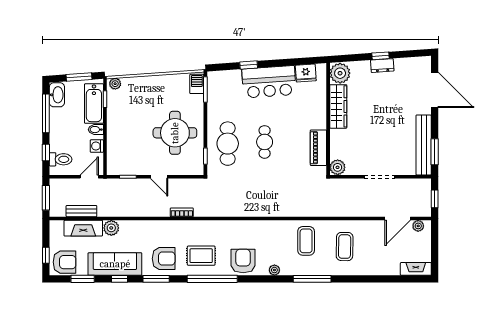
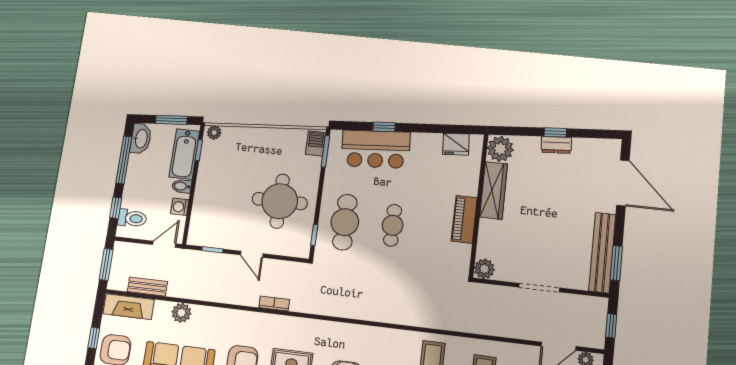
bar counter: (269, 82) -> (376, 149), moved
piano: (318, 148) -> (464, 219), moved
fireplace: (83, 228) -> (129, 307), moved

